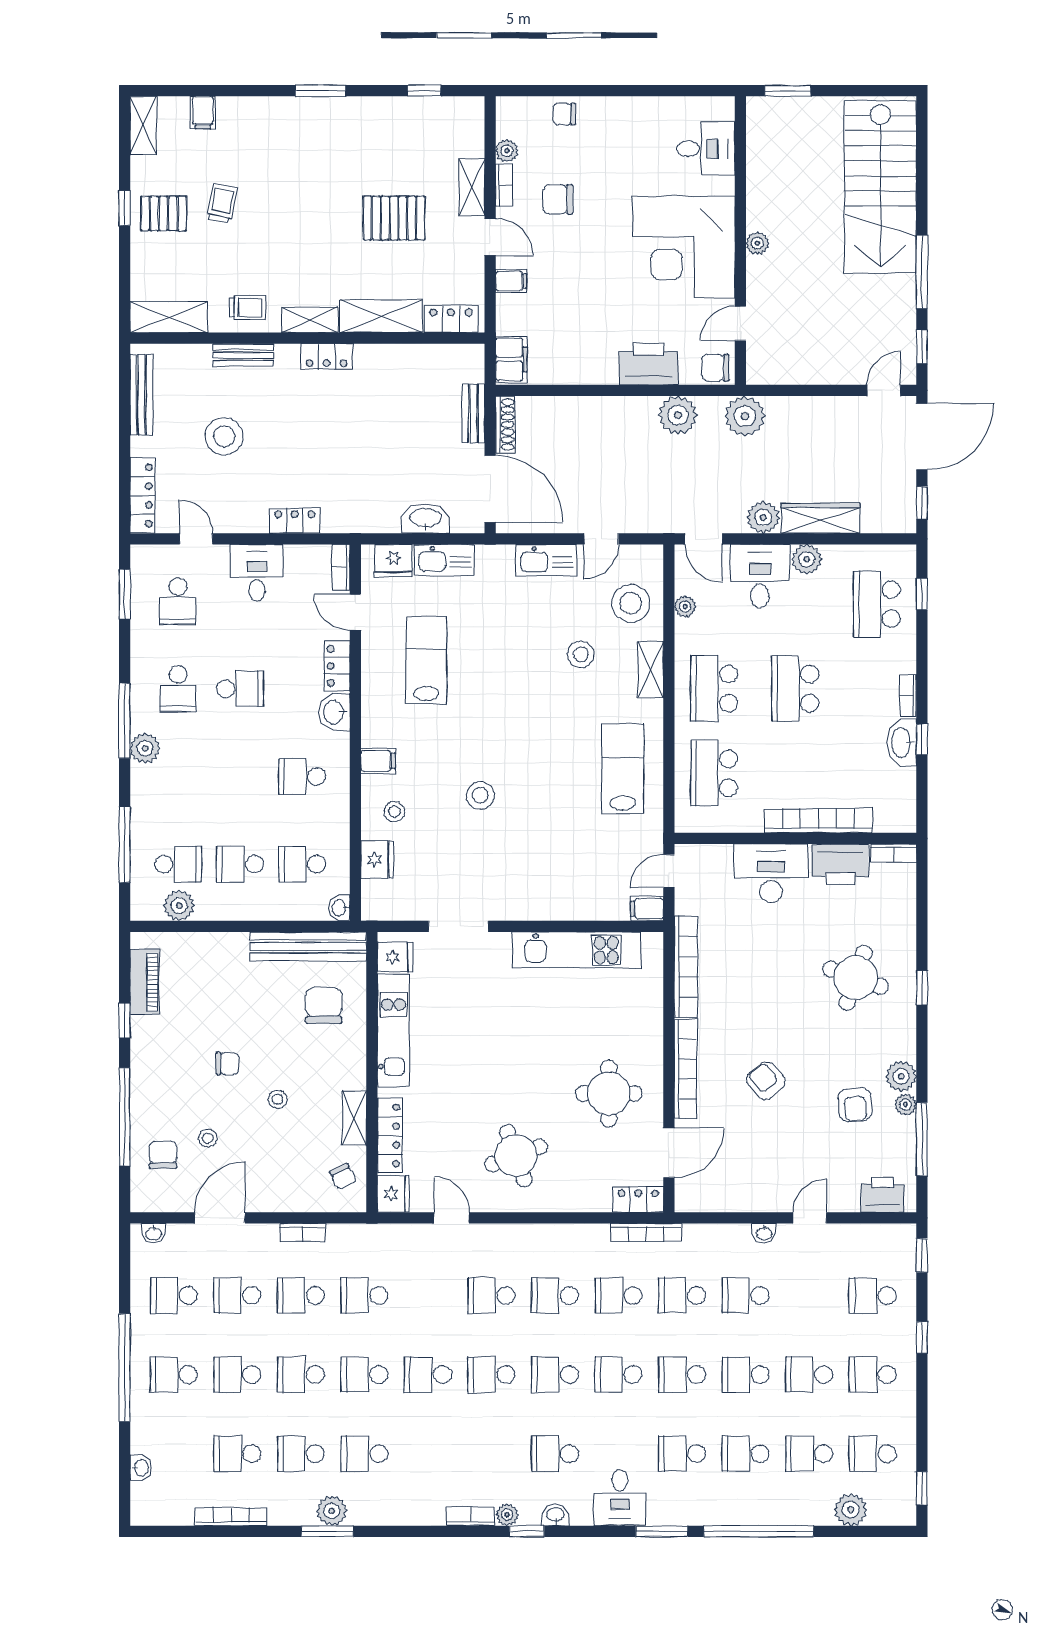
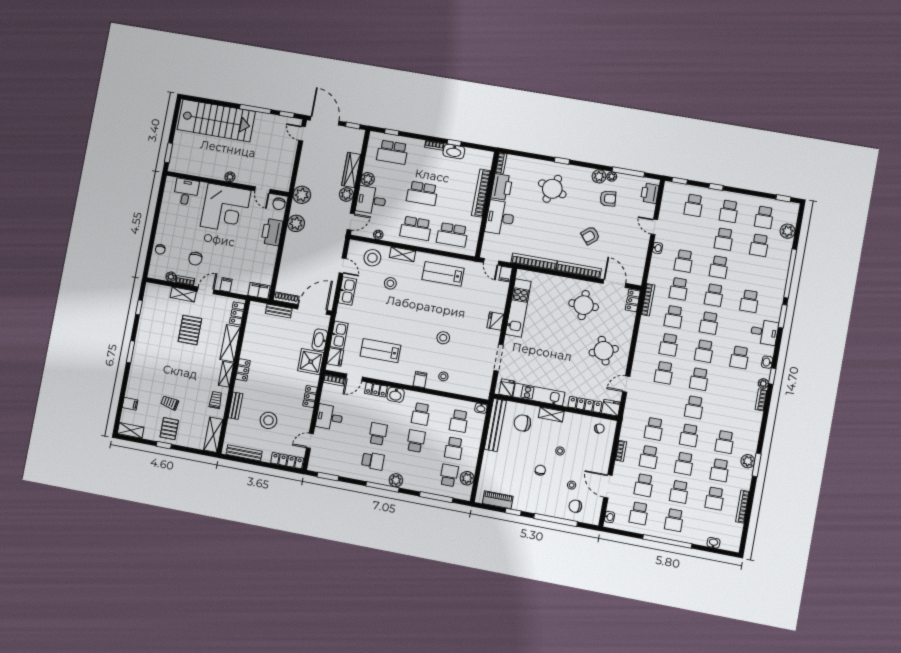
shower: (373, 507) -> (311, 362), added
school desk: (178, 601) -> (416, 441), moved, turned -90
fridge: (377, 859) -> (495, 321), moved, turned -90
shelving: (354, 1118) -> (551, 414), moved
school desk: (746, 1454) -> (754, 273), removed

